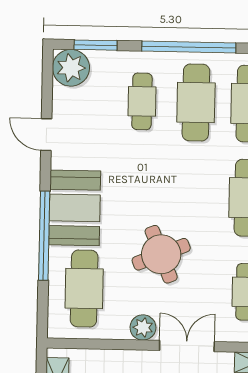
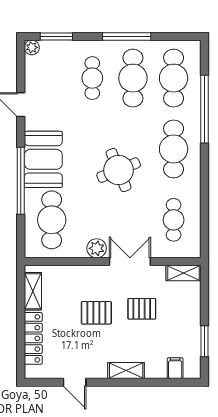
window: (189, 47) -> (127, 36), width x0.68
plant: (71, 68) -> (32, 47), width x0.53, depth x0.53
round table: (161, 254) -> (119, 170), moved

